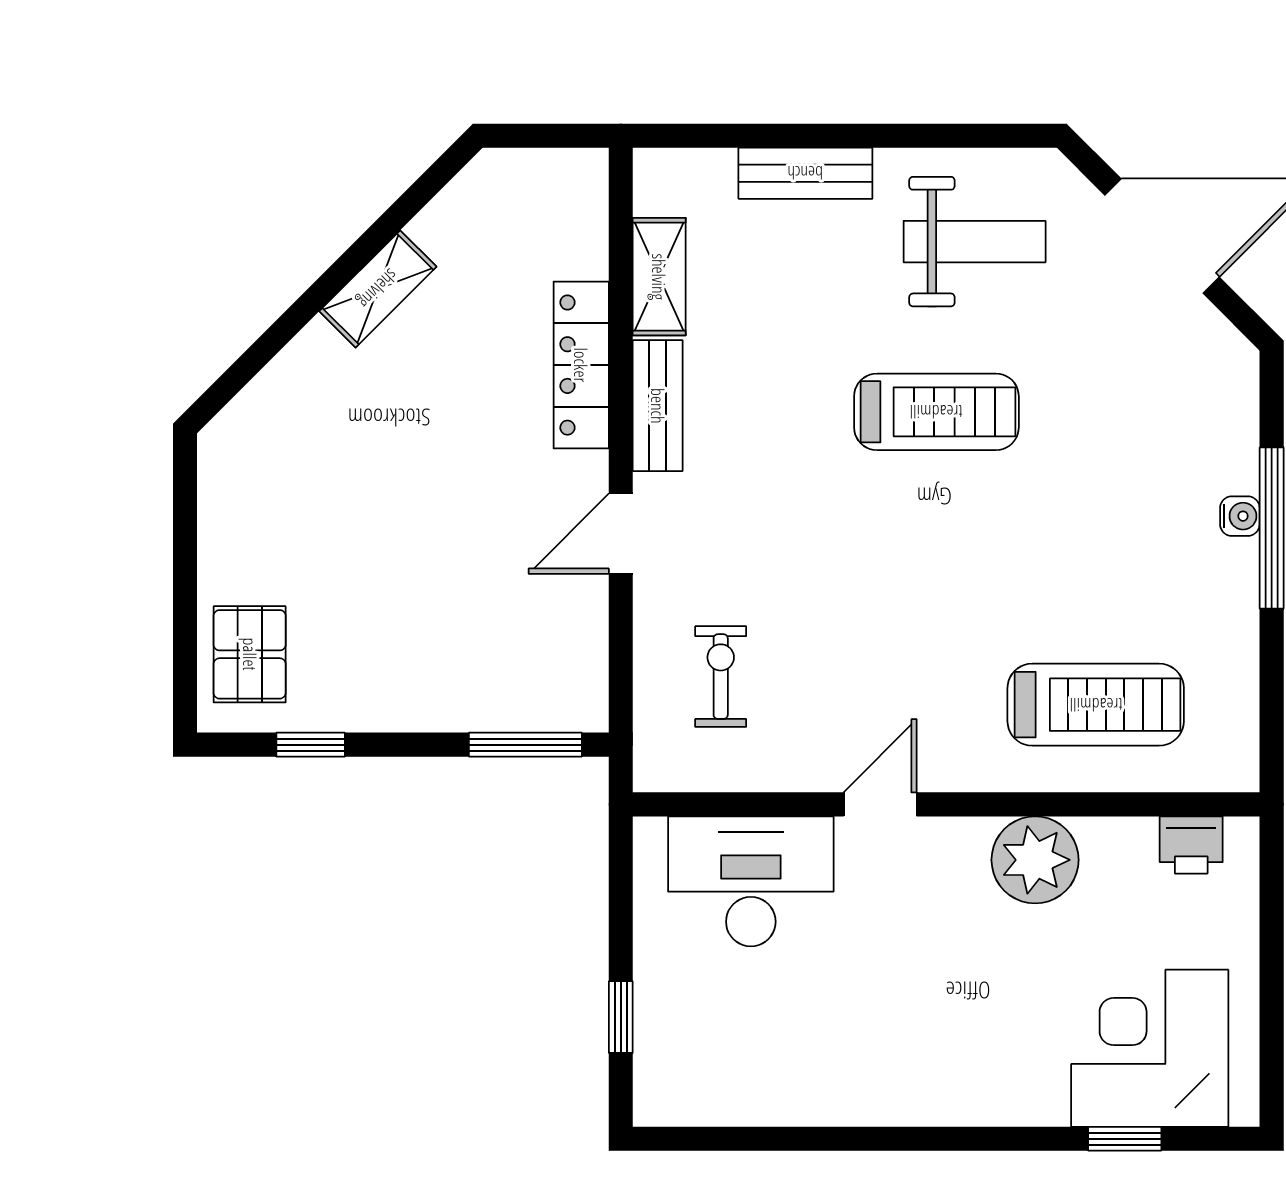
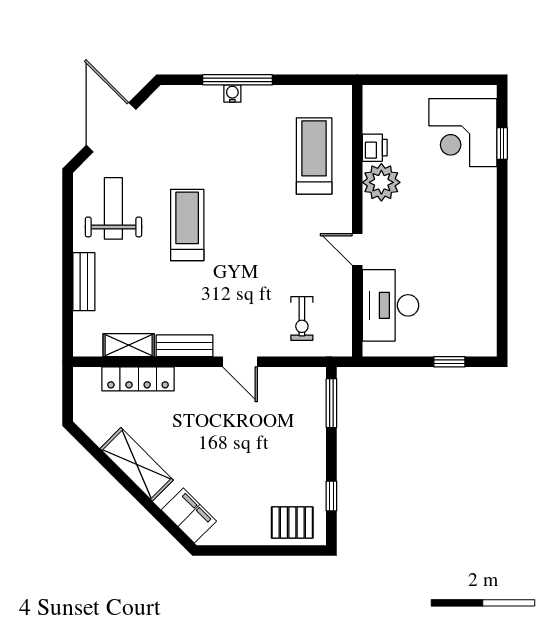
shelving: (378, 289) -> (137, 464), width x1.50, depth x1.33
locker: (581, 365) -> (138, 379), moved
filing cabinet: (266, 416) -> (189, 515), added
exercise bike: (721, 677) -> (302, 318), turned -90
printer: (1191, 845) -> (375, 148), moved

